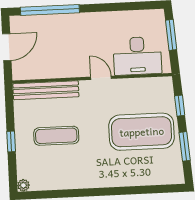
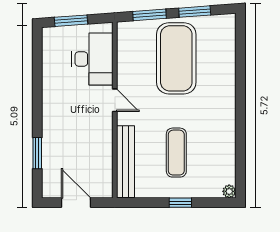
window: (50, 10) -> (37, 153), width x0.47
door: (101, 78) -> (115, 100), swing flipped
window: (180, 106) -> (149, 15), width x1.50

